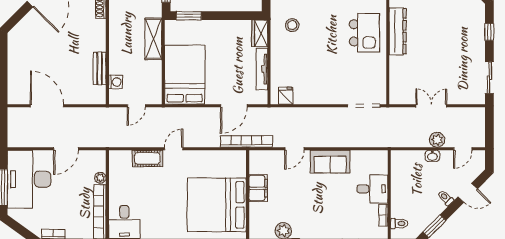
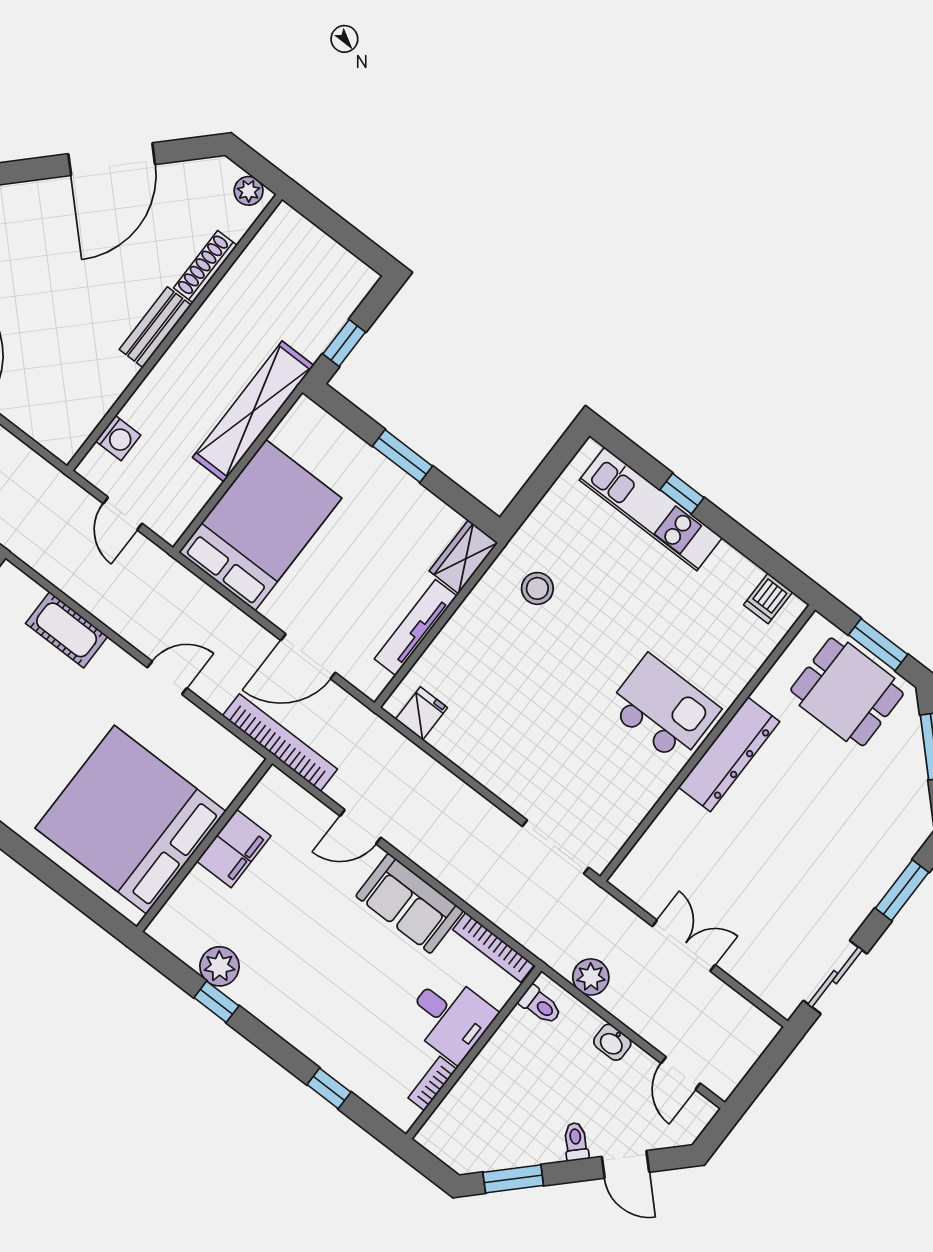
window: (189, 16) -> (402, 456), moved
window: (489, 32) -> (902, 890), width x1.50
kitchen island: (364, 33) -> (663, 709), turned -90
shelving: (153, 39) -> (253, 411), width x1.47
bench: (100, 68) -> (155, 327), moved
door: (136, 106) -> (123, 514), hinge flipped
plant: (437, 140) -> (591, 977), moved
door: (174, 149) -> (167, 678), moved
door: (463, 149) -> (681, 1073), hinge flipped
bookcase: (369, 155) -> (493, 947), added
toilet: (399, 224) -> (540, 1005), moved

